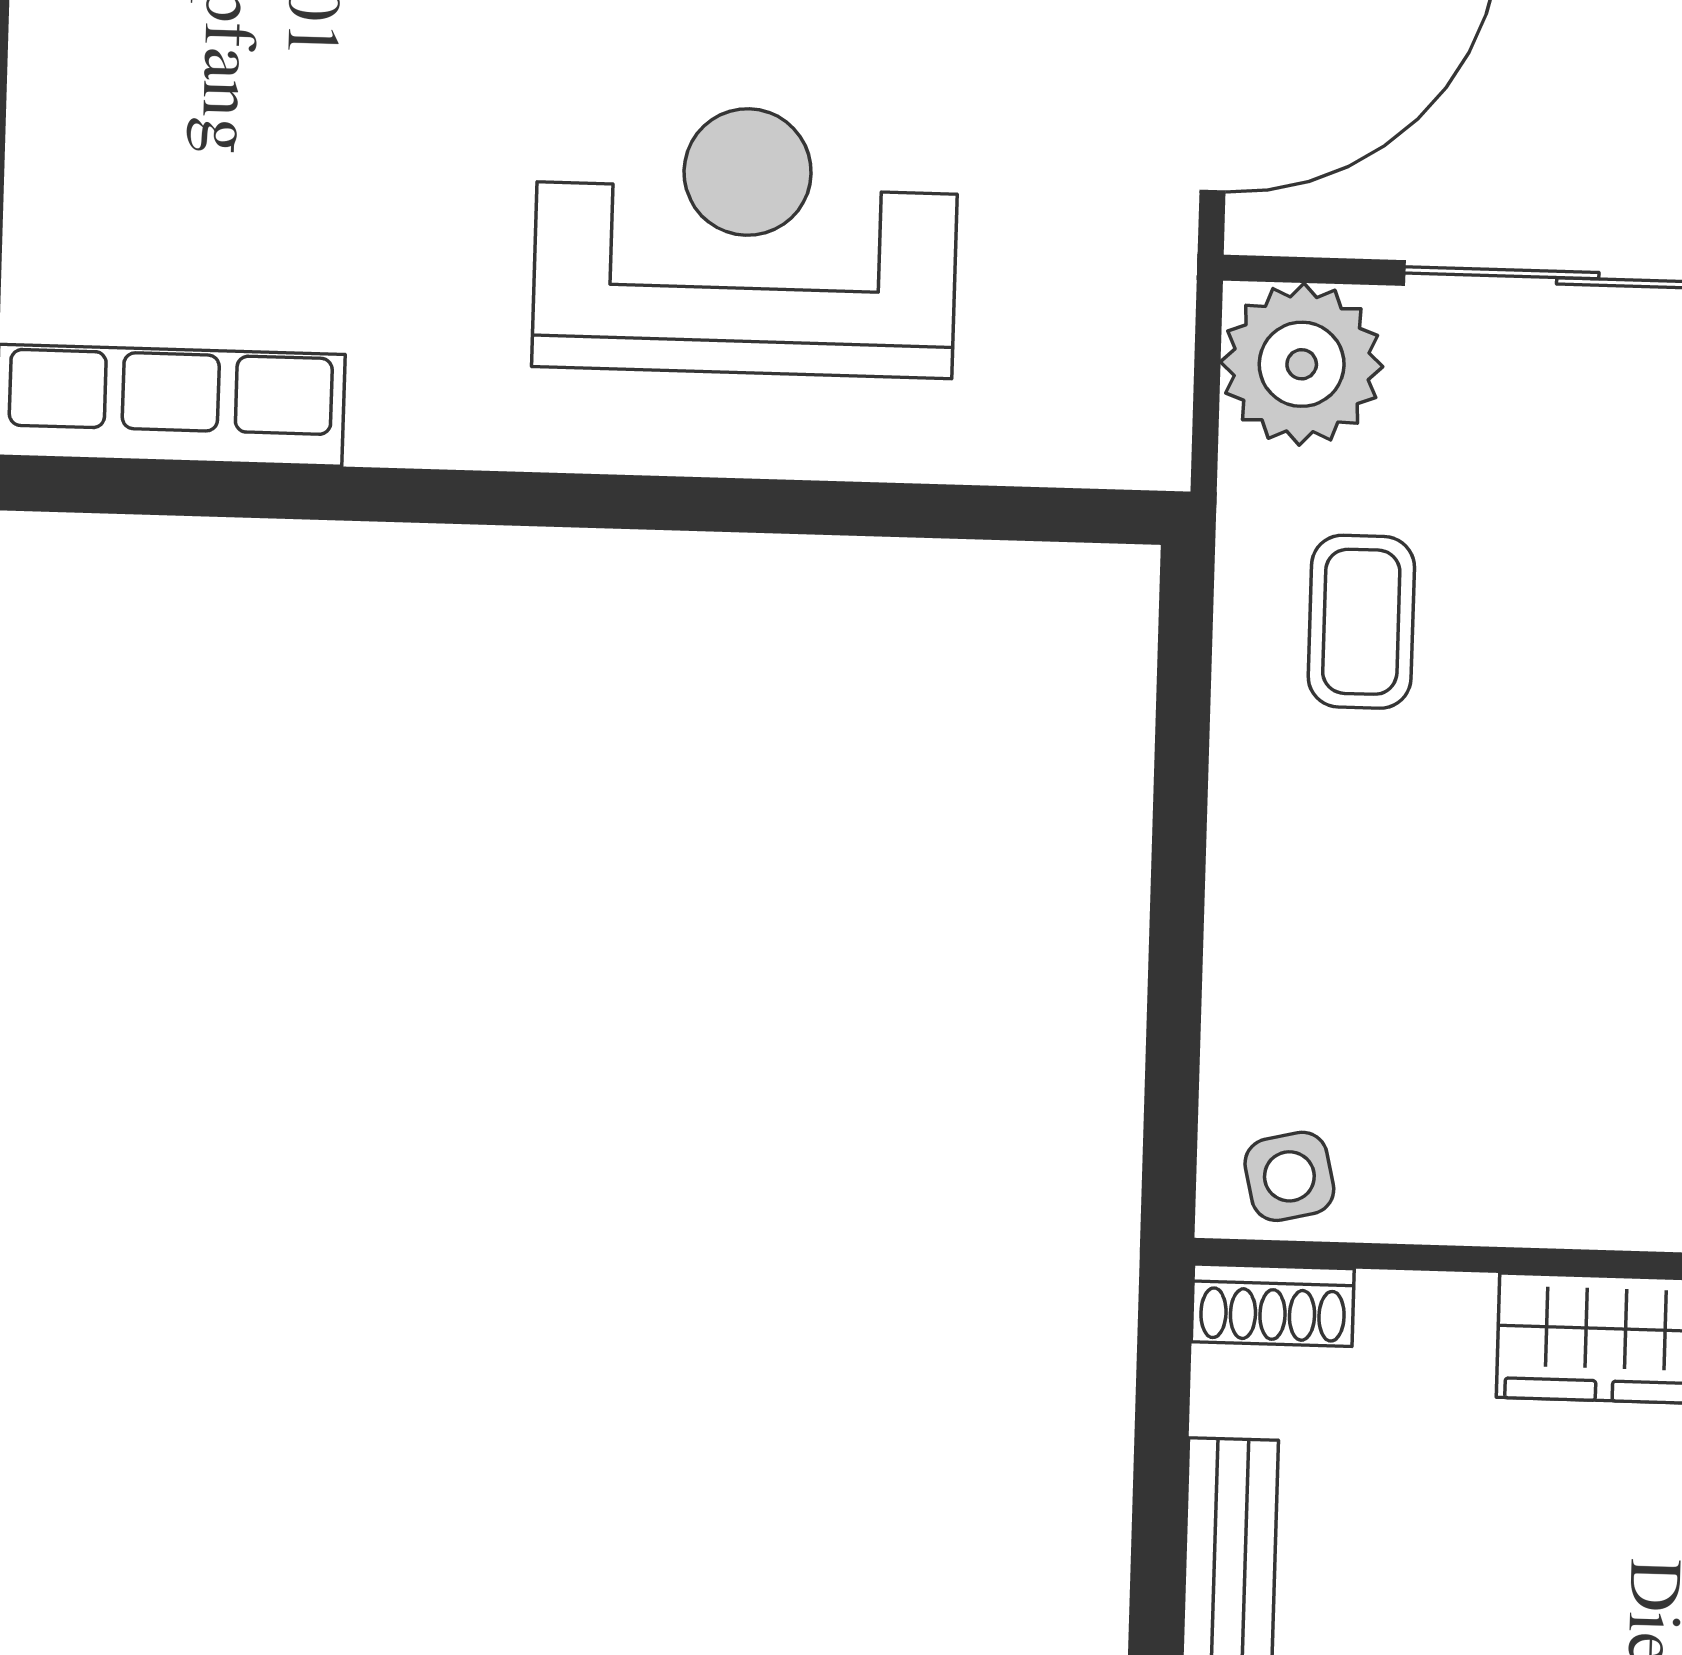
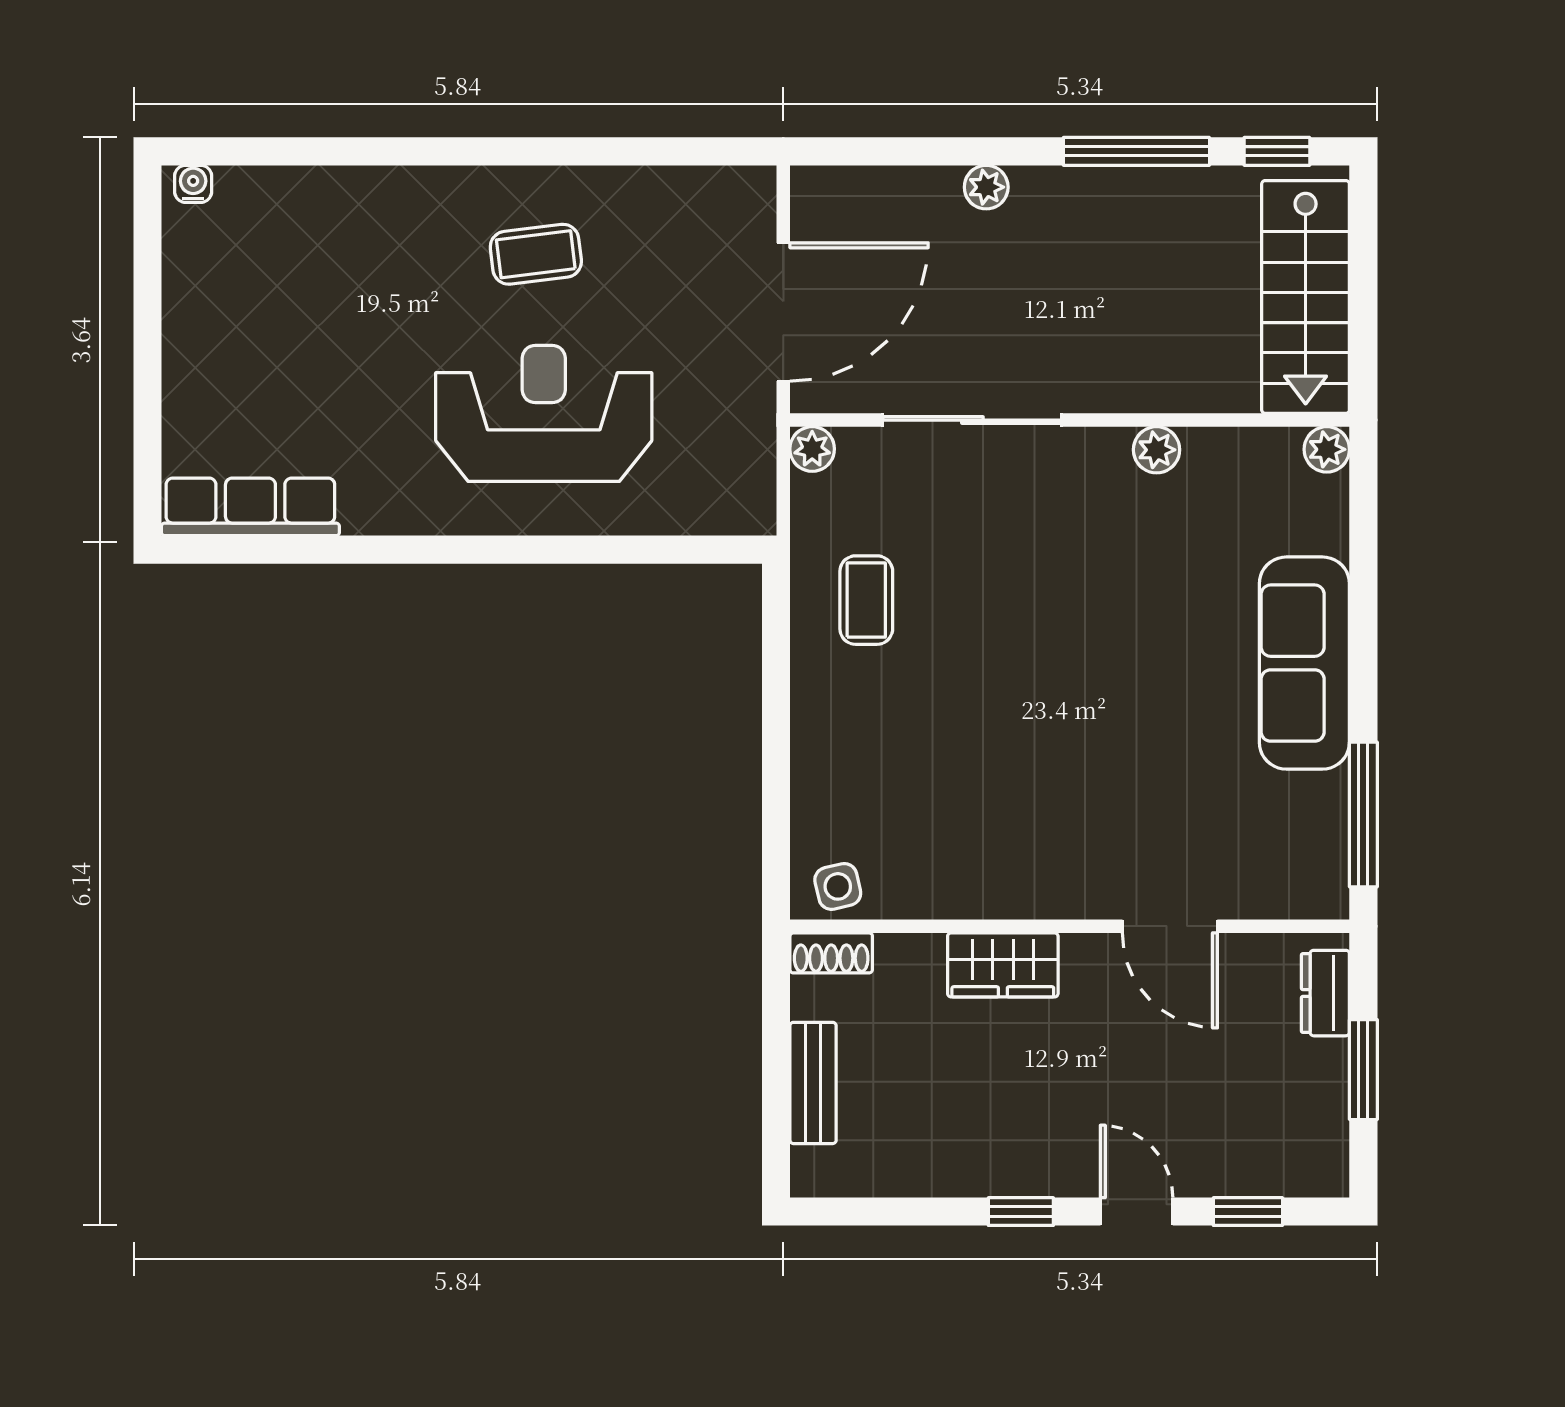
plant: (1302, 364) -> (812, 449), width x0.53, depth x0.53

